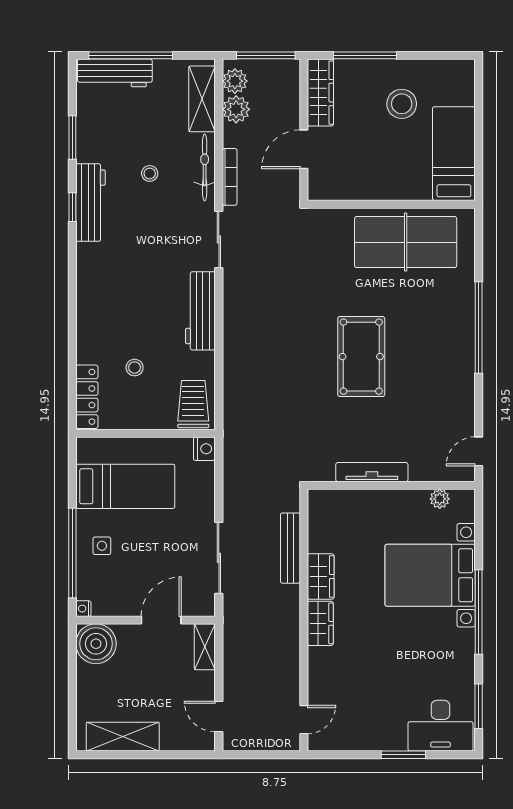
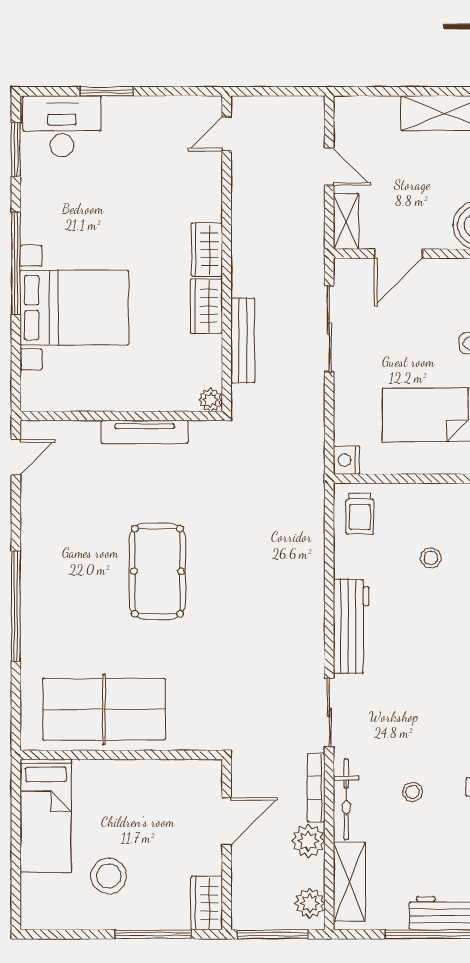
wardrobe: (320, 93) -> (207, 903), width x0.67
plant: (236, 109) -> (308, 841), moved
trolley: (193, 404) -> (360, 514), width x0.73, depth x0.72
plant: (440, 499) -> (211, 400), moved
door: (219, 717) -> (329, 167), moved

